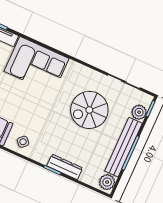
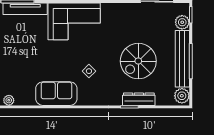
spiral stairs: (89, 110) -> (138, 61), moved
side table: (23, 142) -> (89, 71), moved

